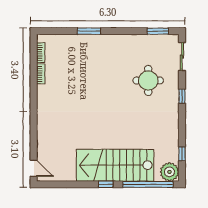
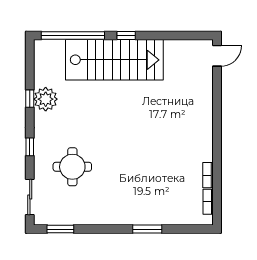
window: (182, 154) -> (30, 99), moved
door: (34, 168) -> (217, 56), swing flipped
plant: (169, 172) -> (46, 99), moved

